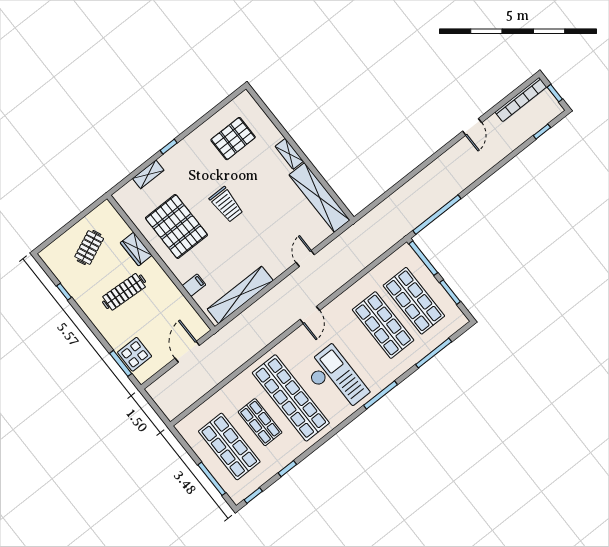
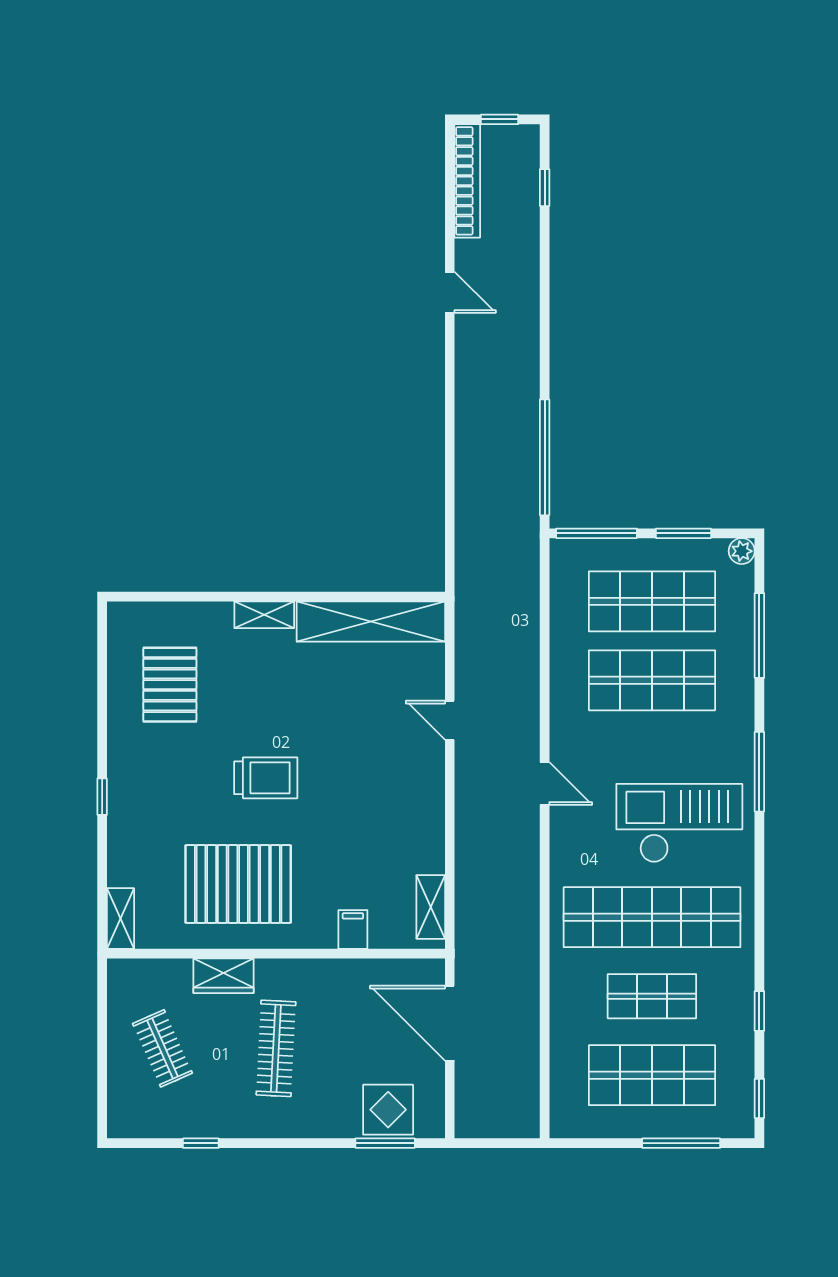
shelving: (148, 174) -> (121, 919), moved
shelving: (240, 295) -> (431, 907), width x0.45, depth x0.75
plant: (461, 320) -> (742, 551), added
door: (187, 352) -> (450, 1023), width x1.36

